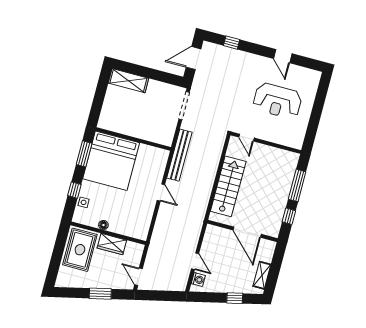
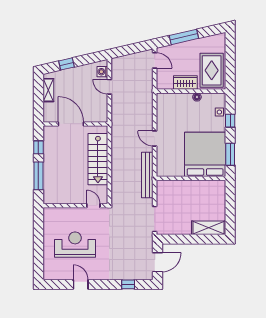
window: (100, 294) -> (184, 37), width x1.44

